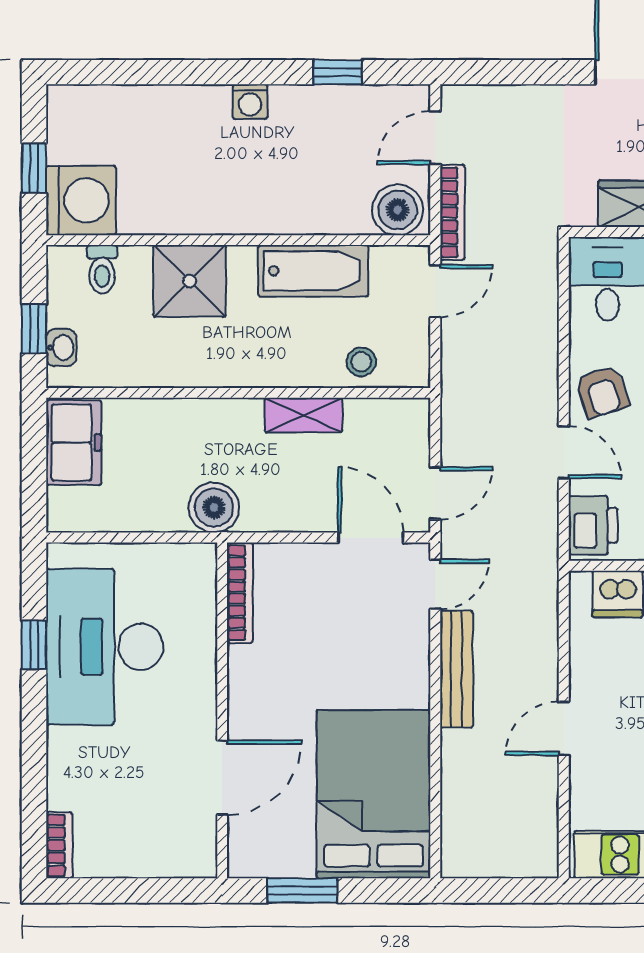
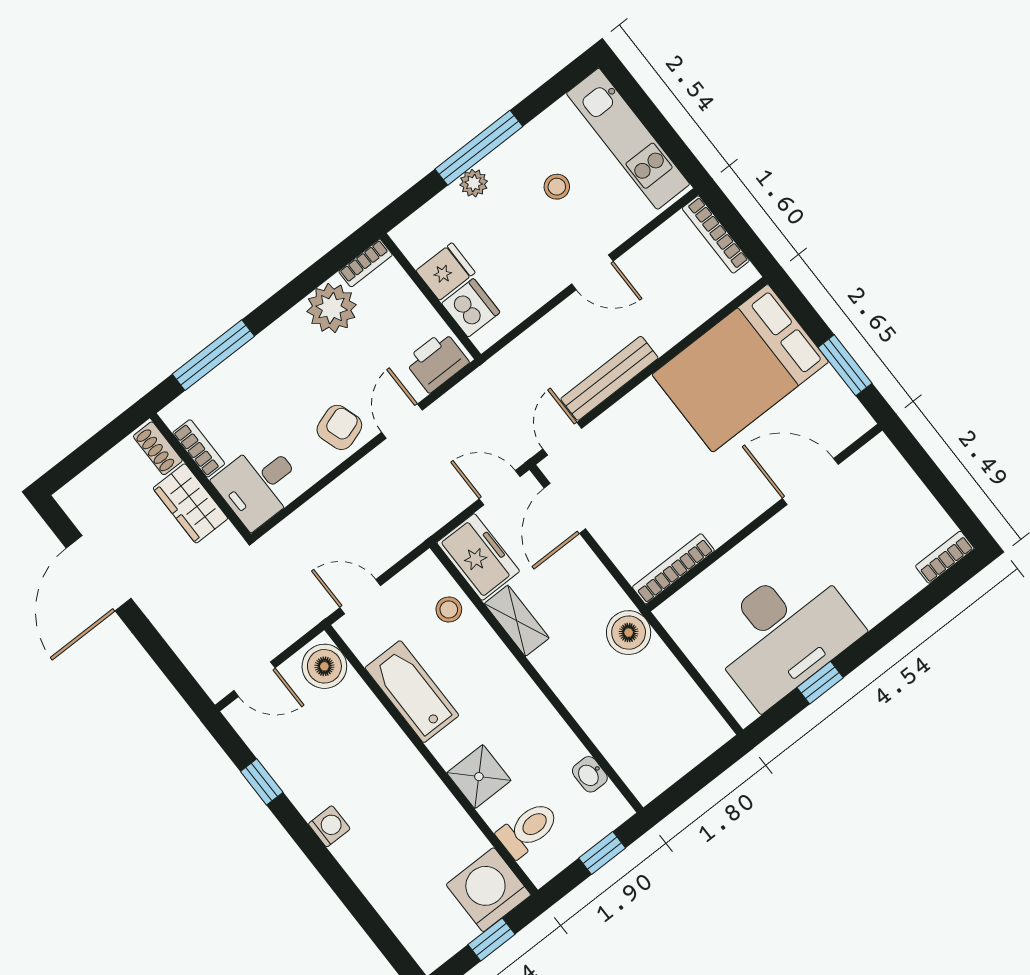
bookcase: (452, 212) -> (716, 234), moved, turned -90
toilet: (102, 269) -> (528, 829), width x1.37, depth x1.39
shower: (190, 281) -> (479, 777), width x0.73, depth x0.73
washbasin: (61, 348) -> (590, 774), moved, turned -90
freezer: (74, 443) -> (478, 557), moved, turned 90
door: (435, 584) -> (562, 439), hinge flipped

